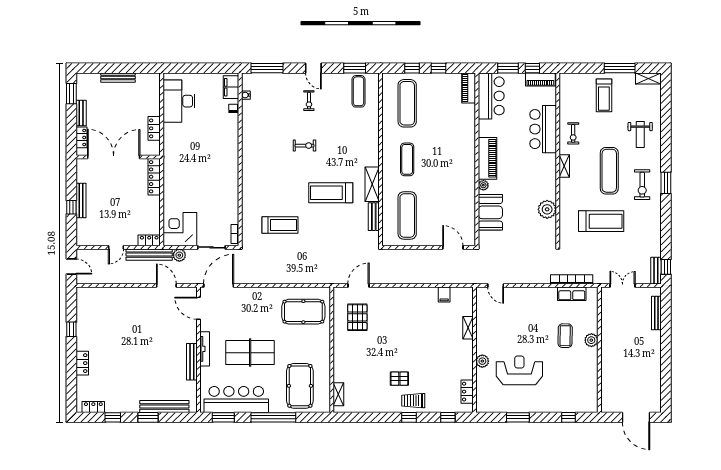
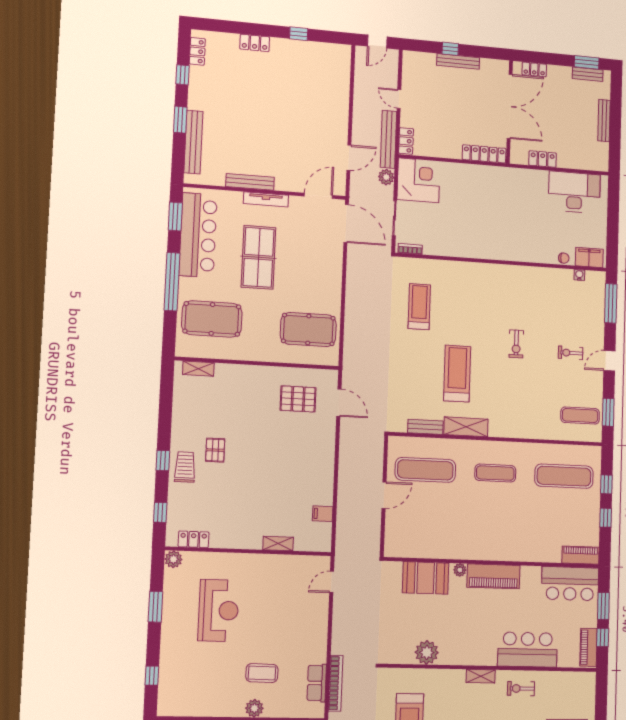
bench: (81, 113) -> (588, 74), moved
treadmill: (280, 225) -> (419, 307), turned 180
door: (453, 247) -> (384, 495), moved
pool table: (303, 312) -> (308, 329), turned 90
plant: (482, 361) -> (173, 559), moved

